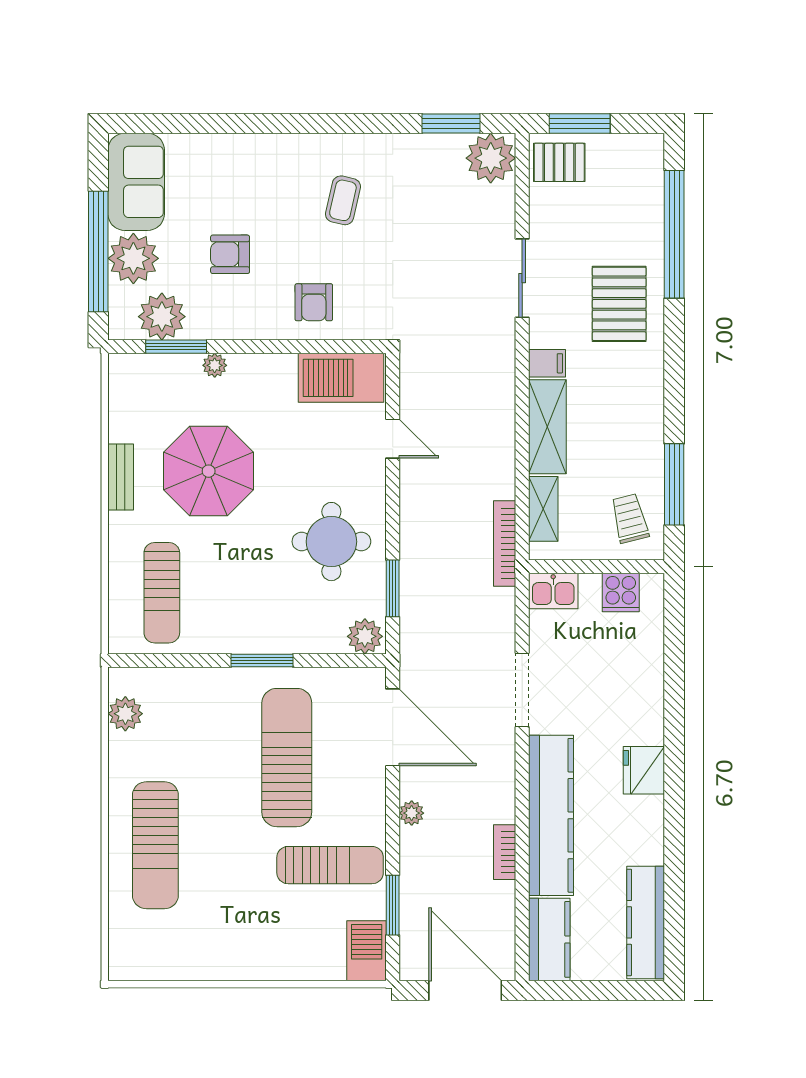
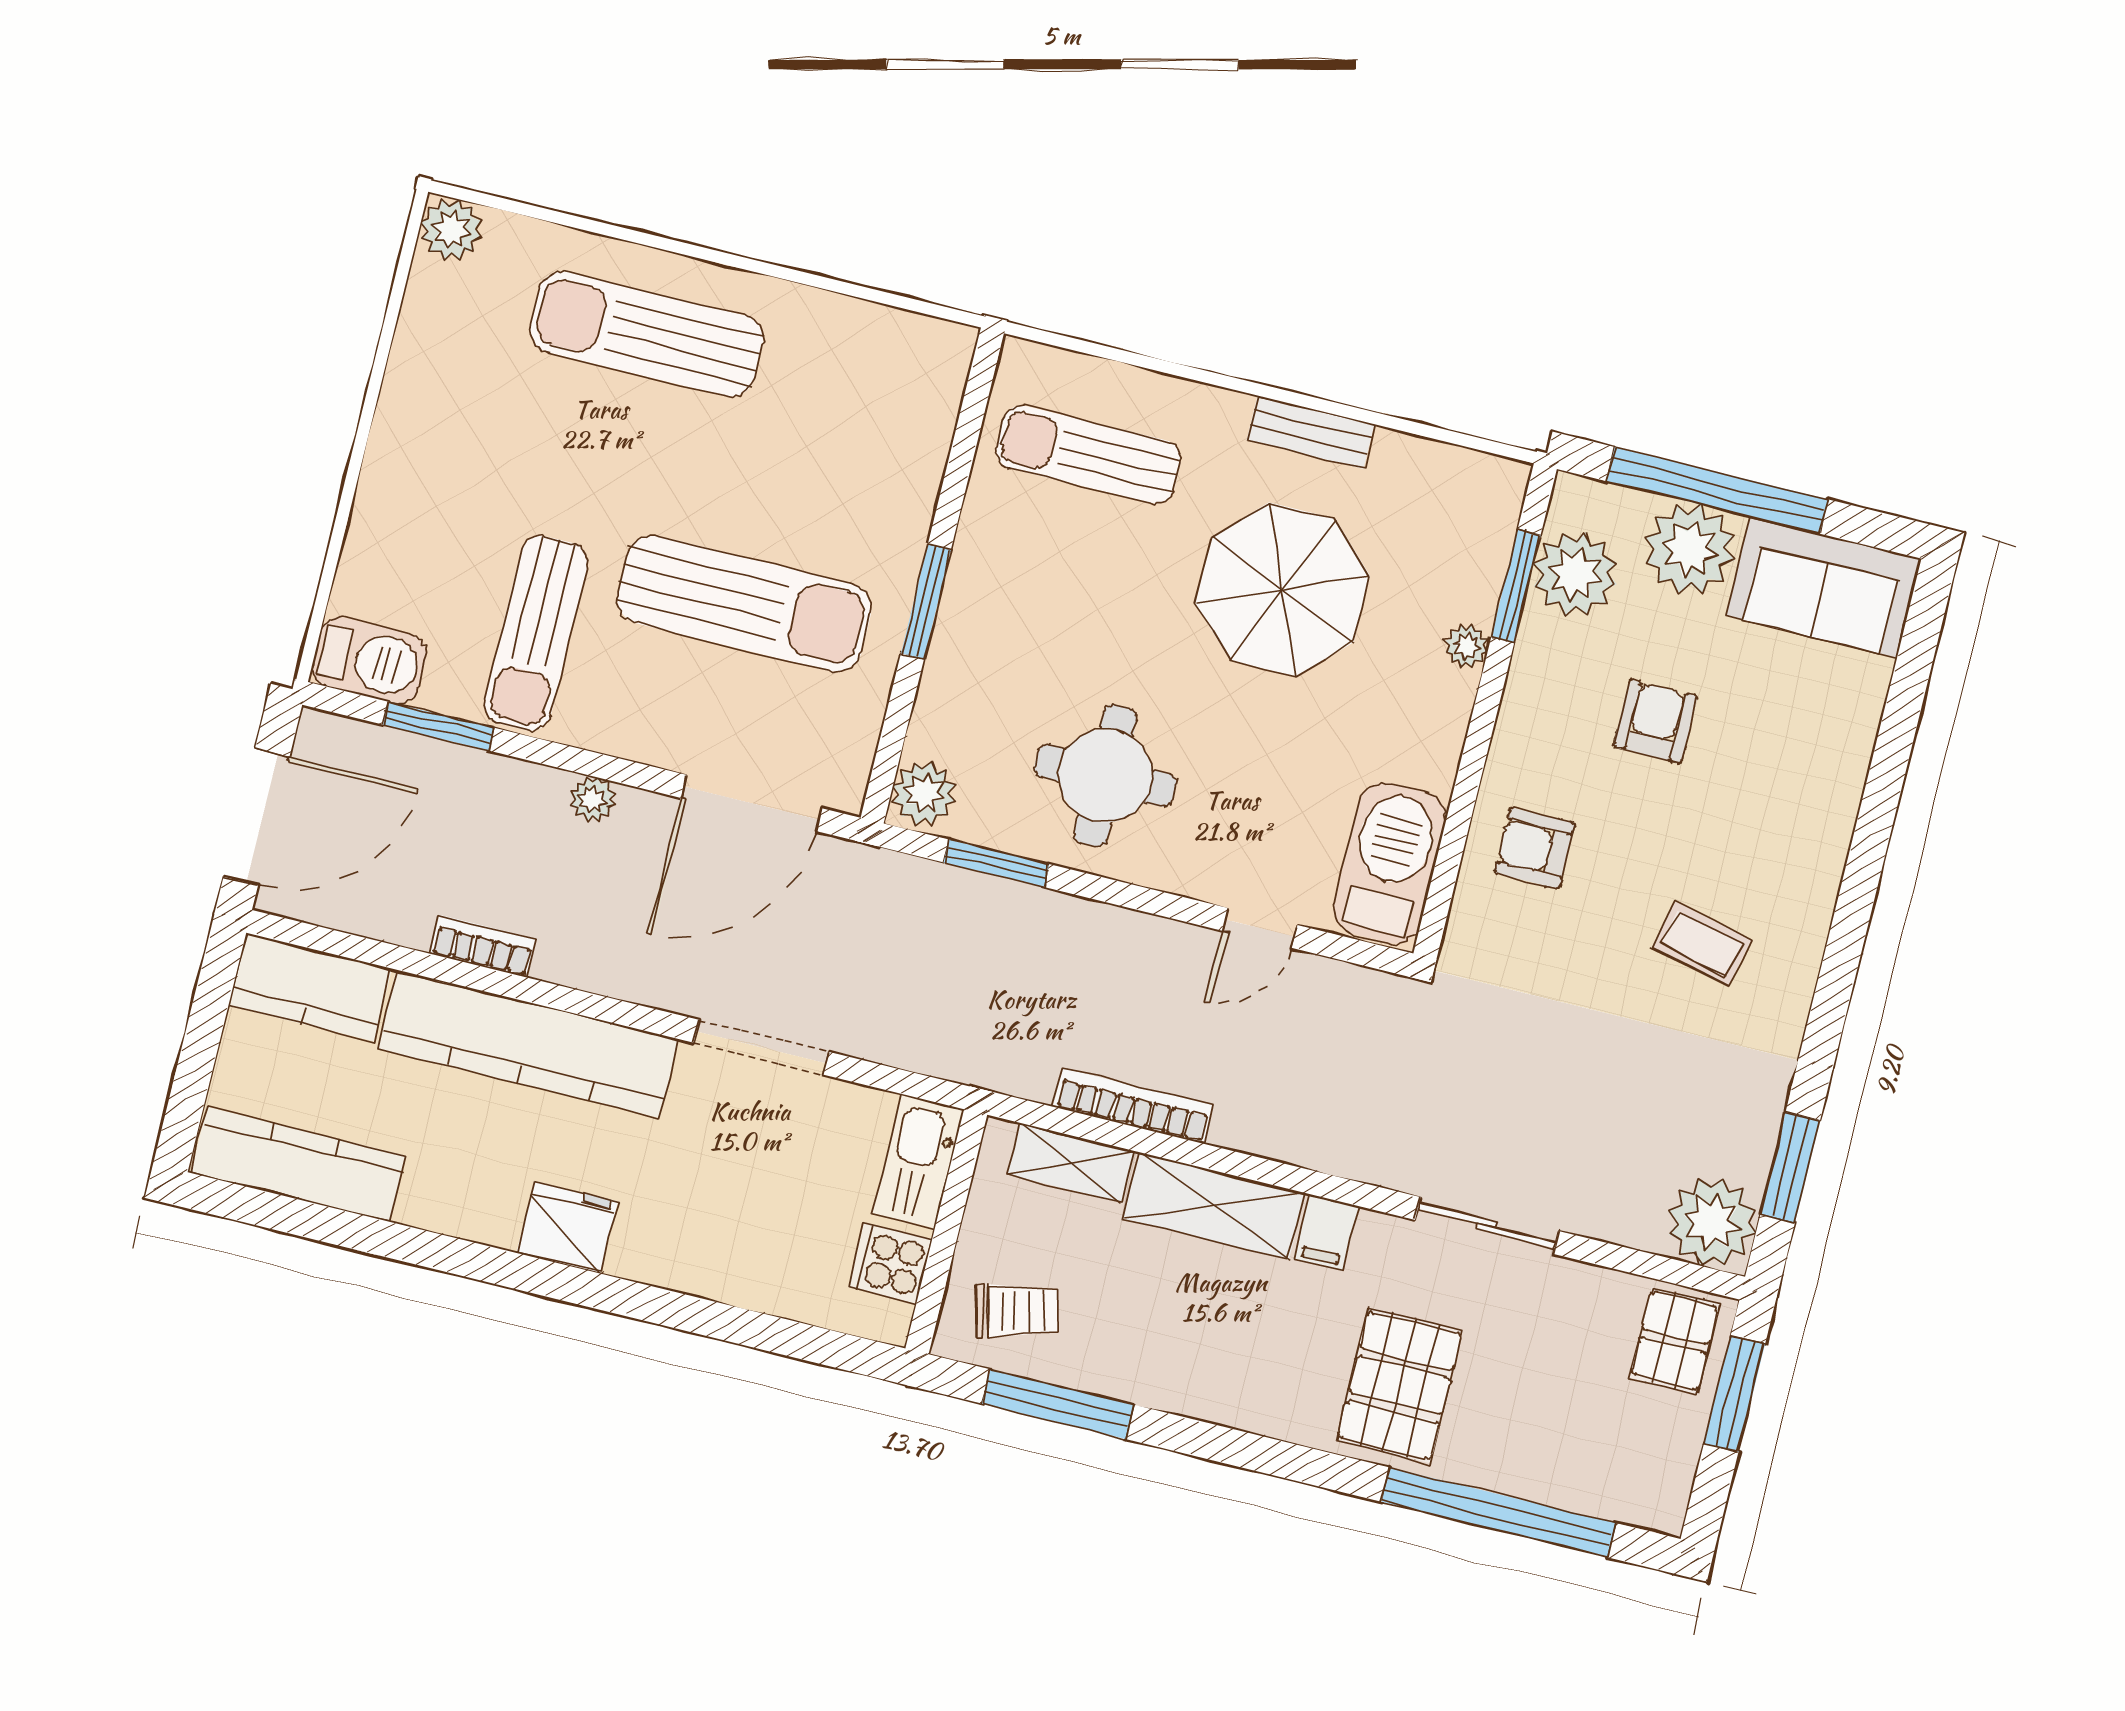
pallet: (619, 304) -> (1400, 1385), turned 90
bookcase: (505, 543) -> (1133, 1106), moved
kitchen sink: (553, 591) -> (918, 1161), width x1.38
plant: (125, 714) -> (451, 230), moved

